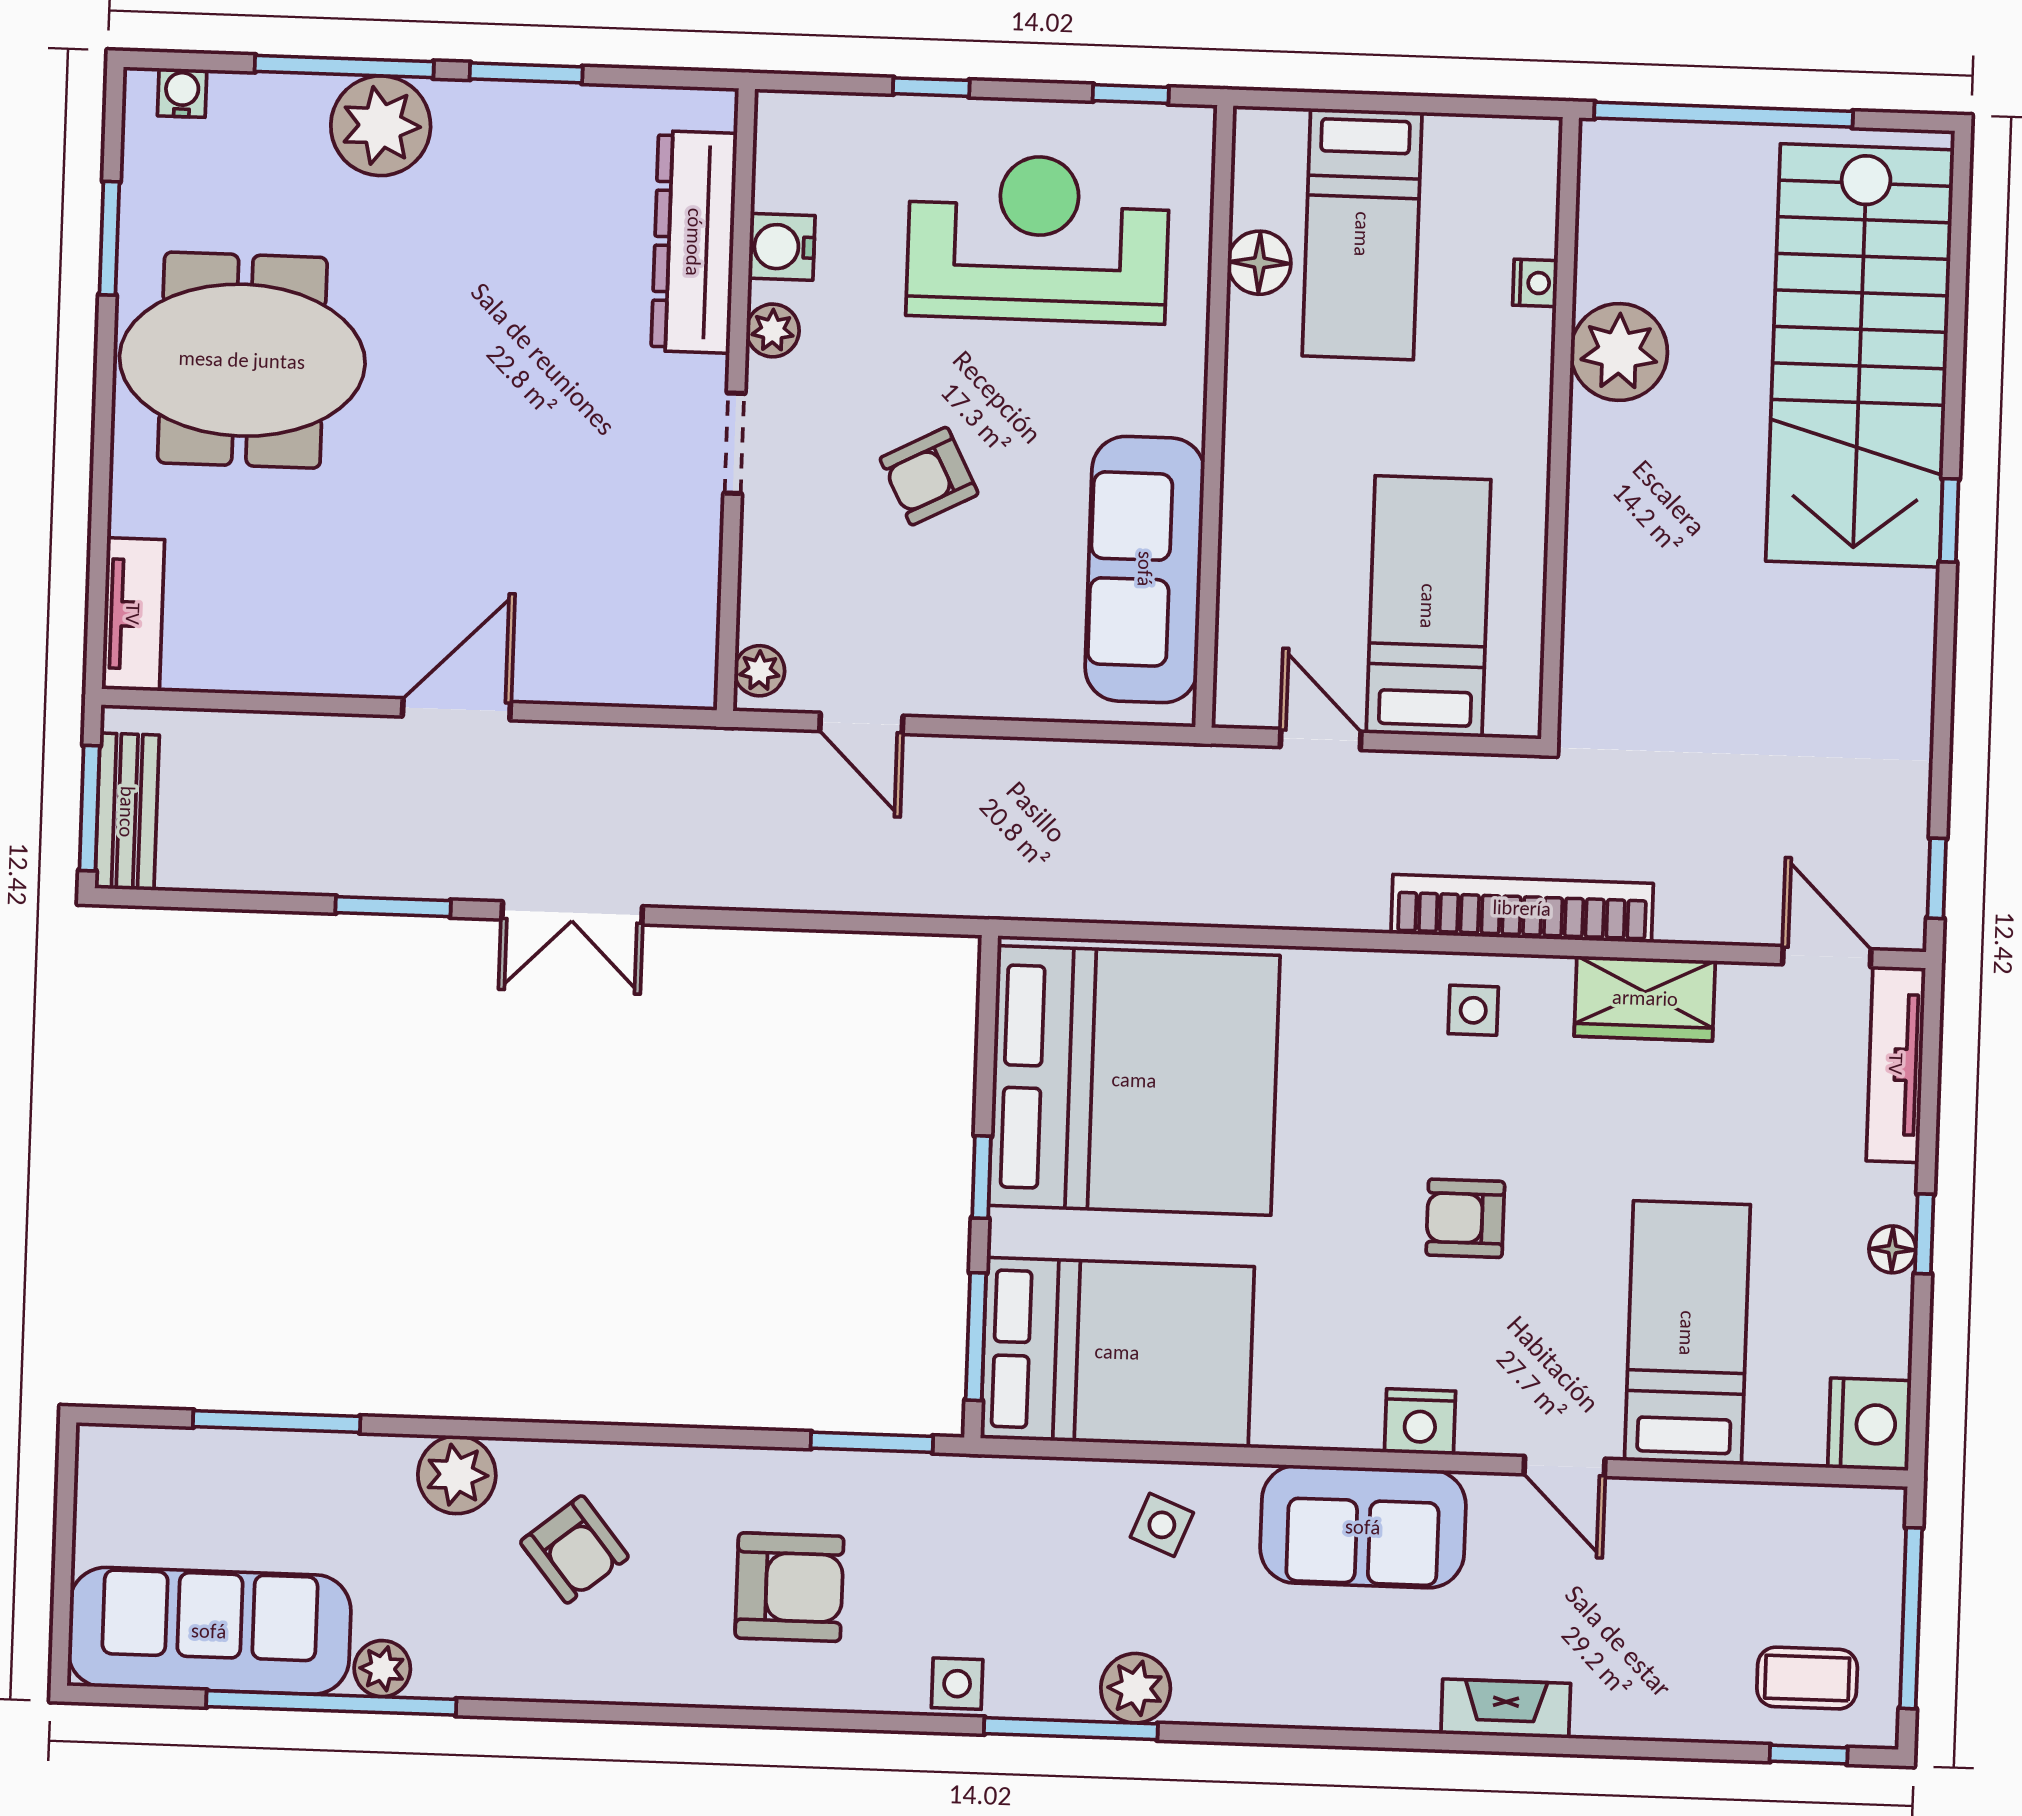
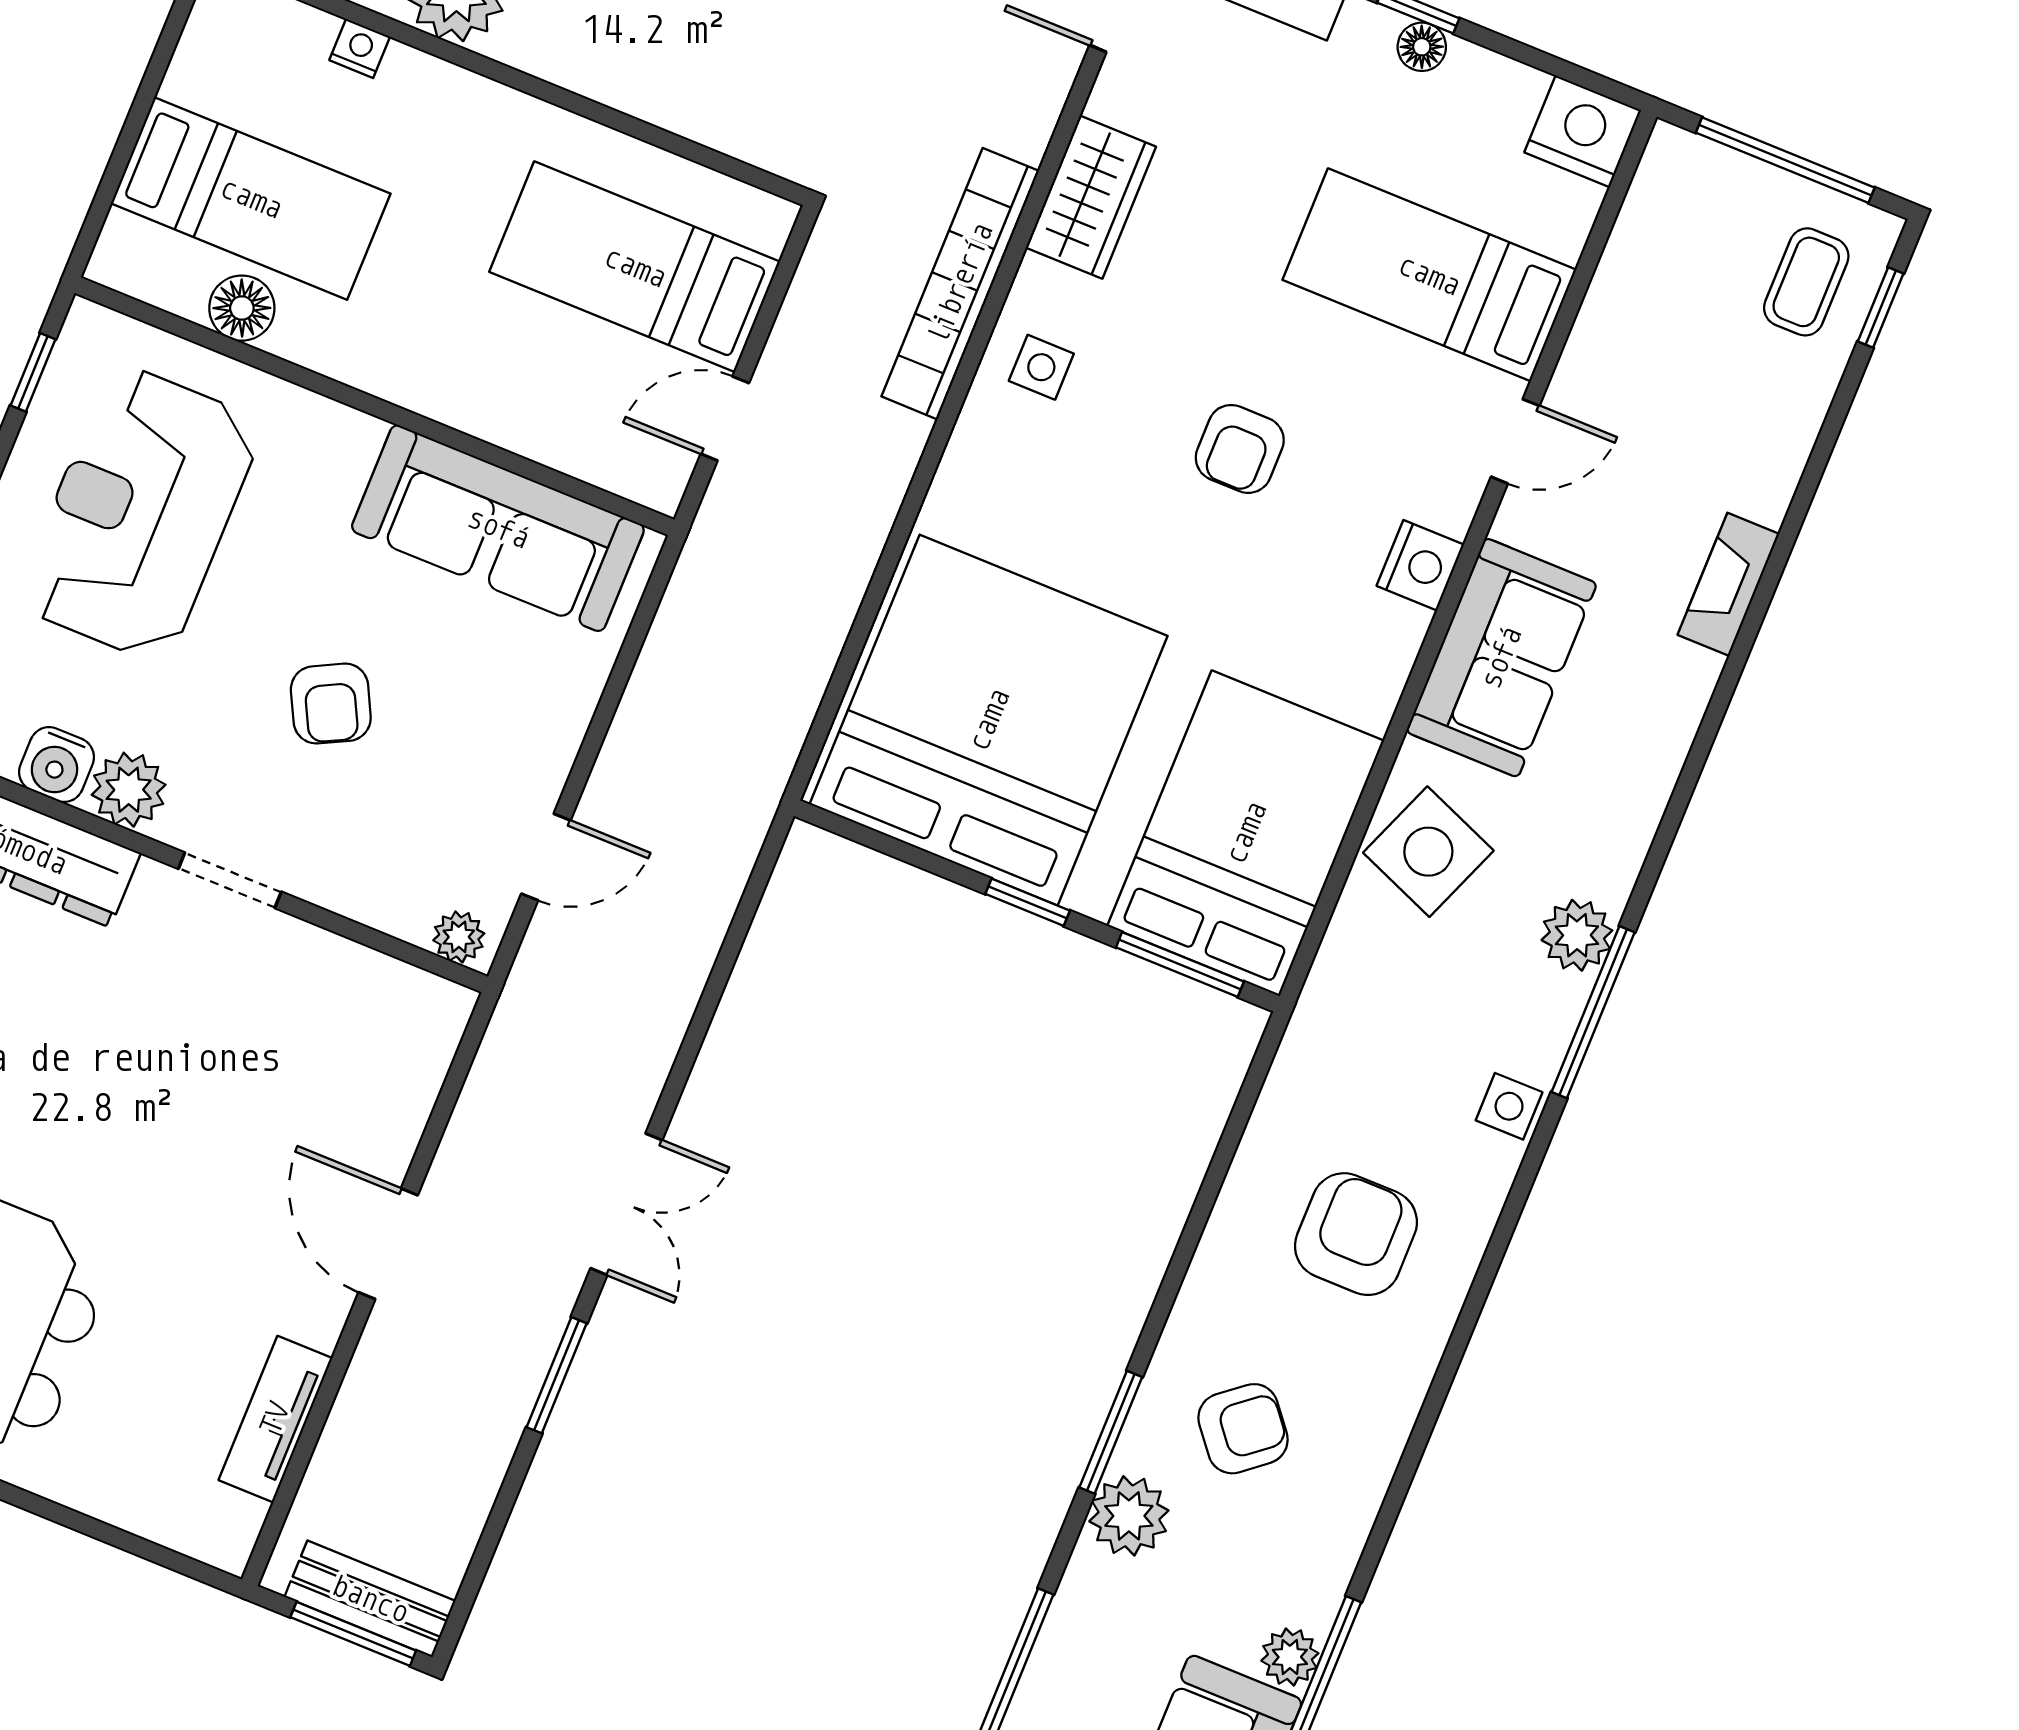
plant: (773, 330) -> (129, 790), width x1.38, depth x1.38
tv unit: (133, 614) -> (275, 1419), moved, turned -90
window: (872, 1442) -> (1111, 1432), moved
side table: (1162, 1525) -> (1428, 852), width x1.87, depth x1.87

